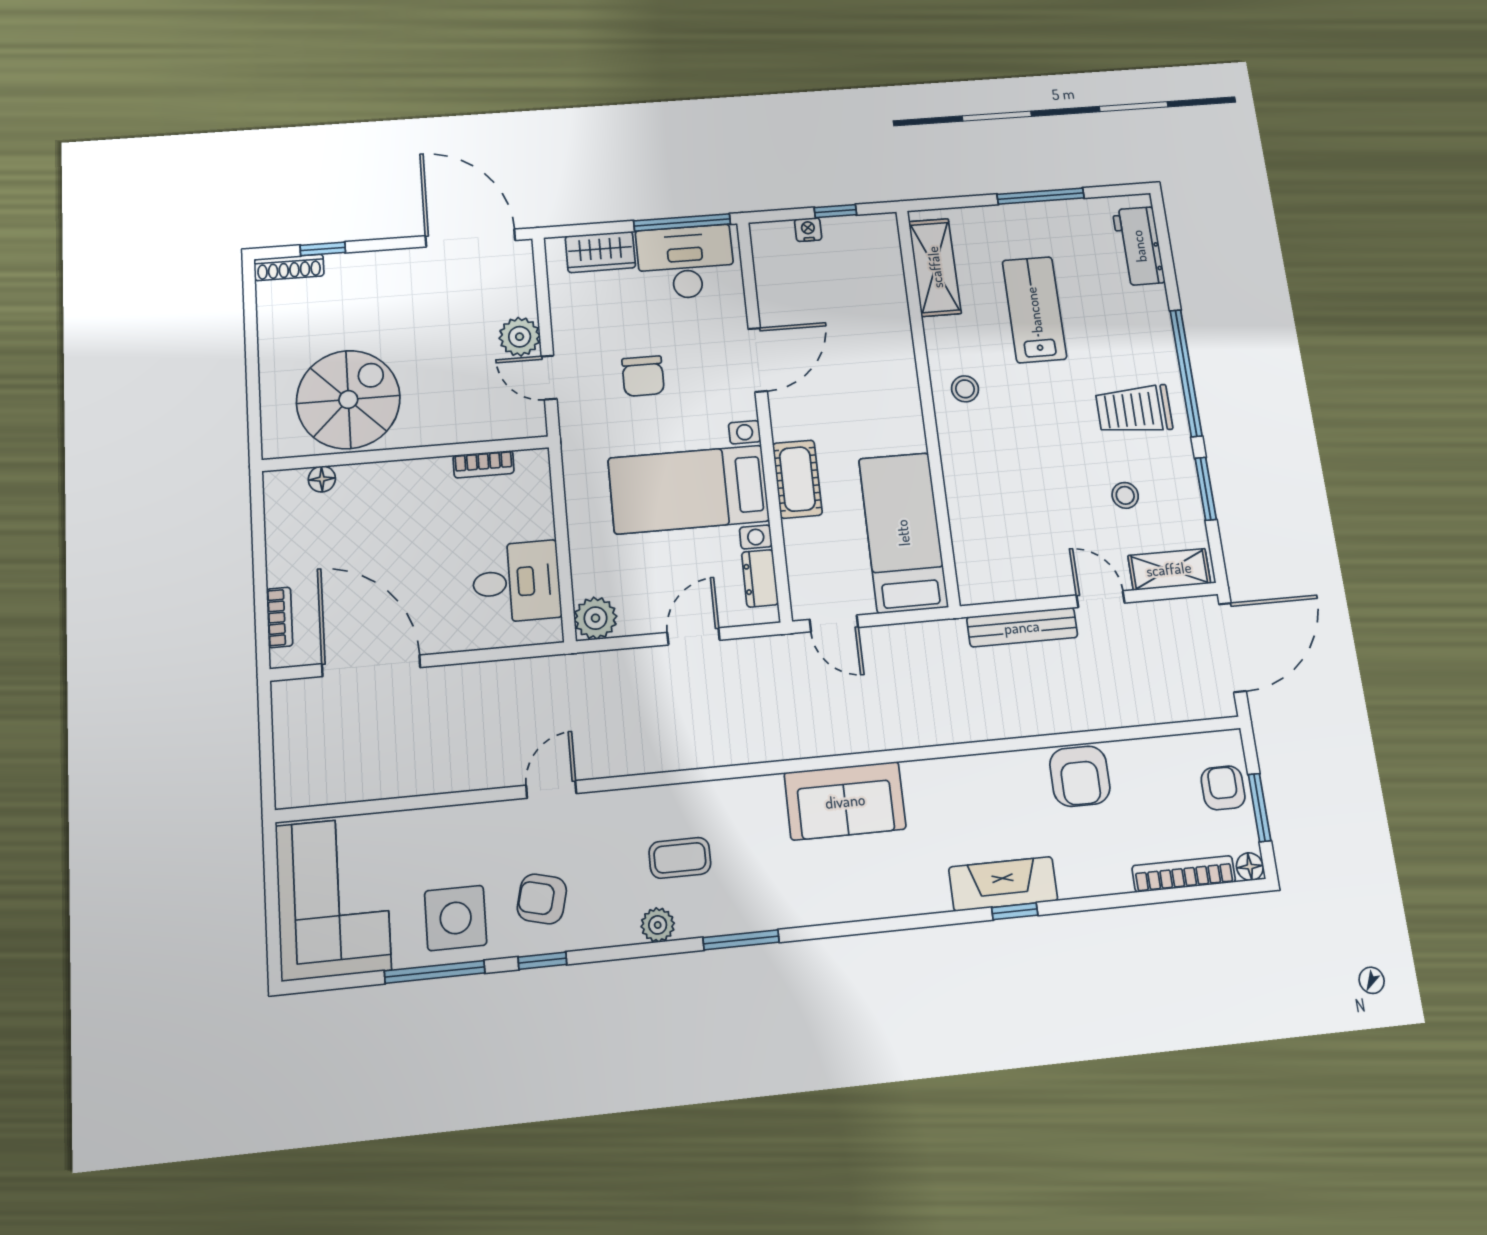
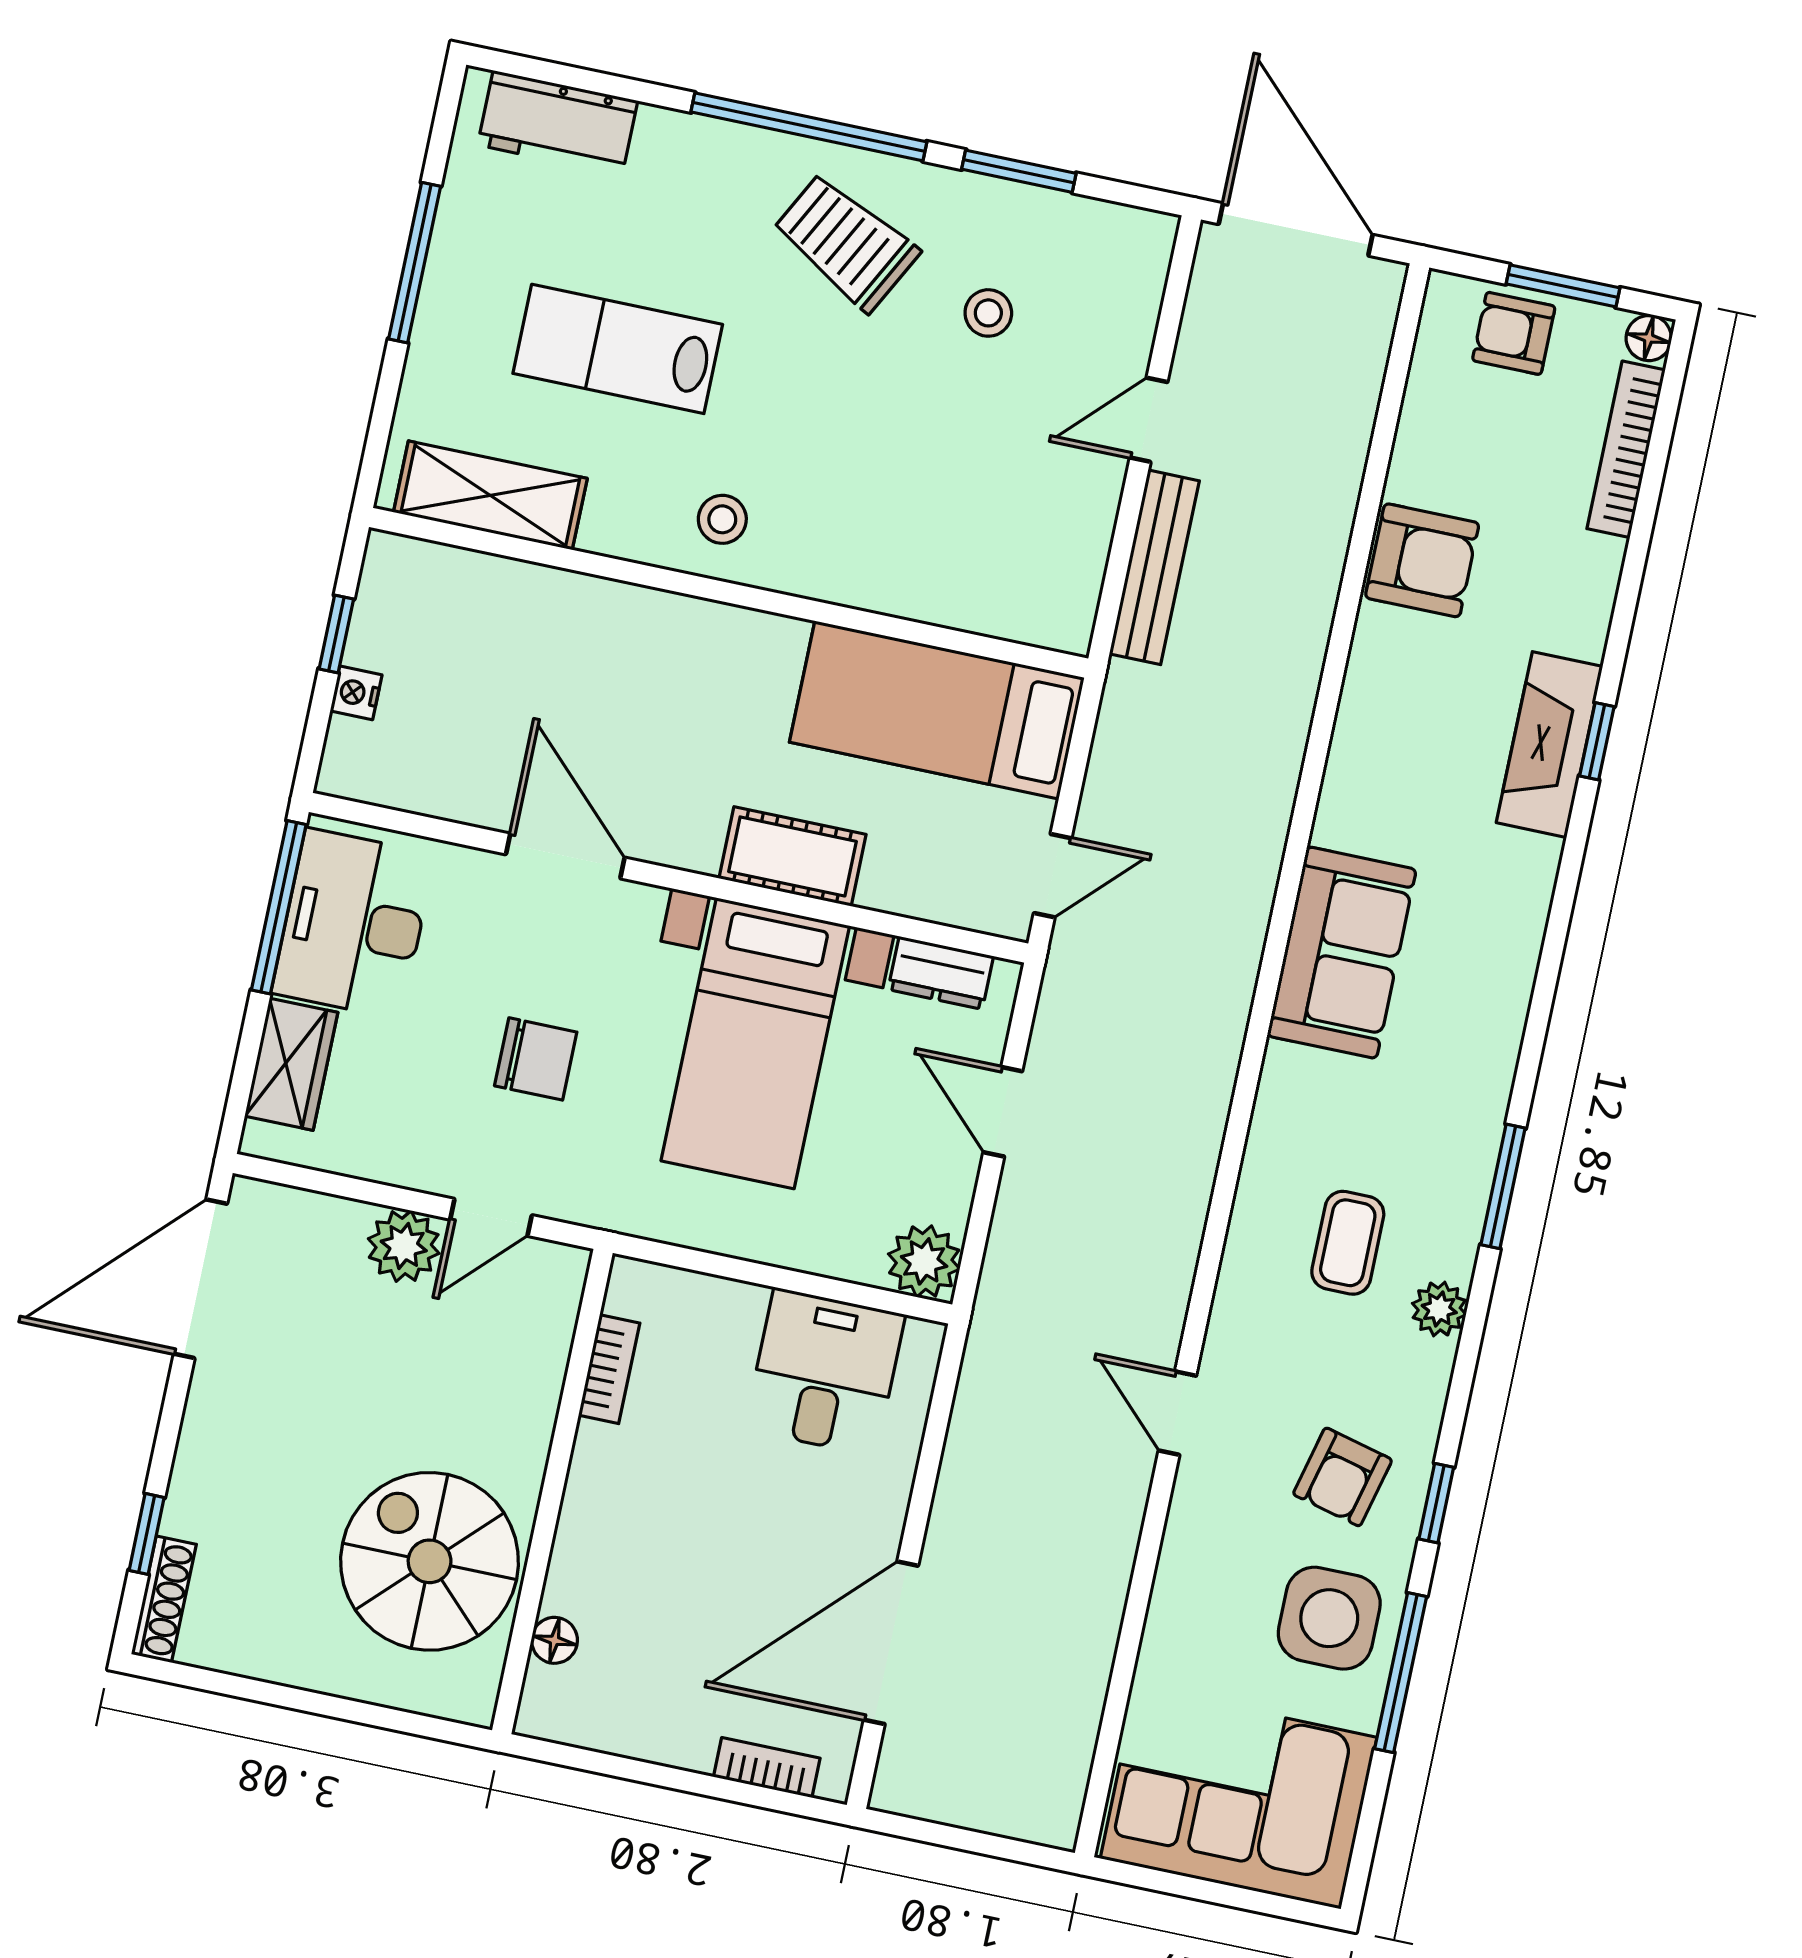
trolley: (1134, 410) -> (846, 242), turned 118
shelving: (1169, 569) -> (1135, 286), removed

